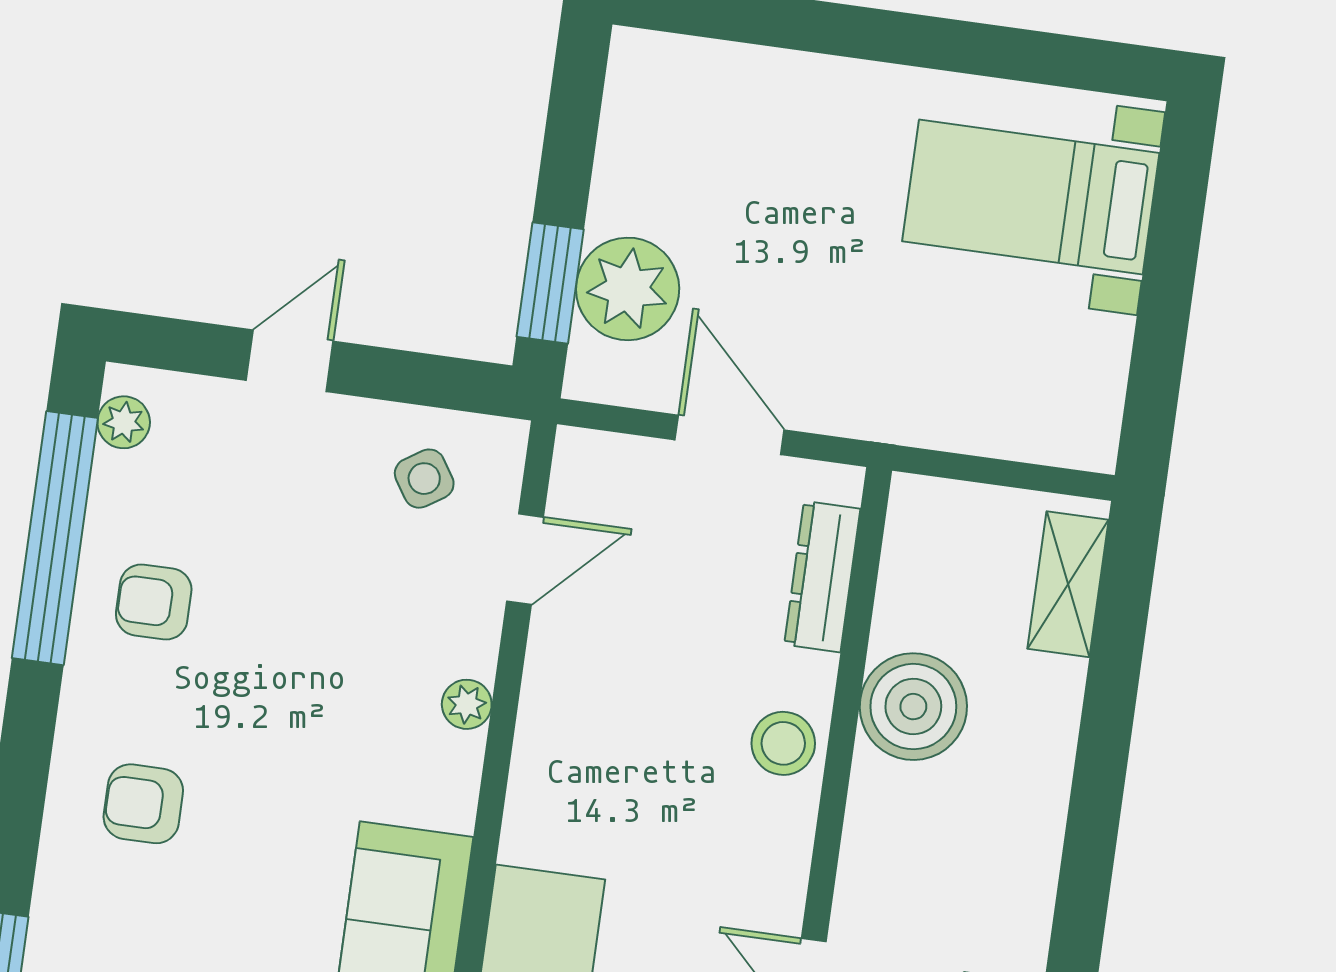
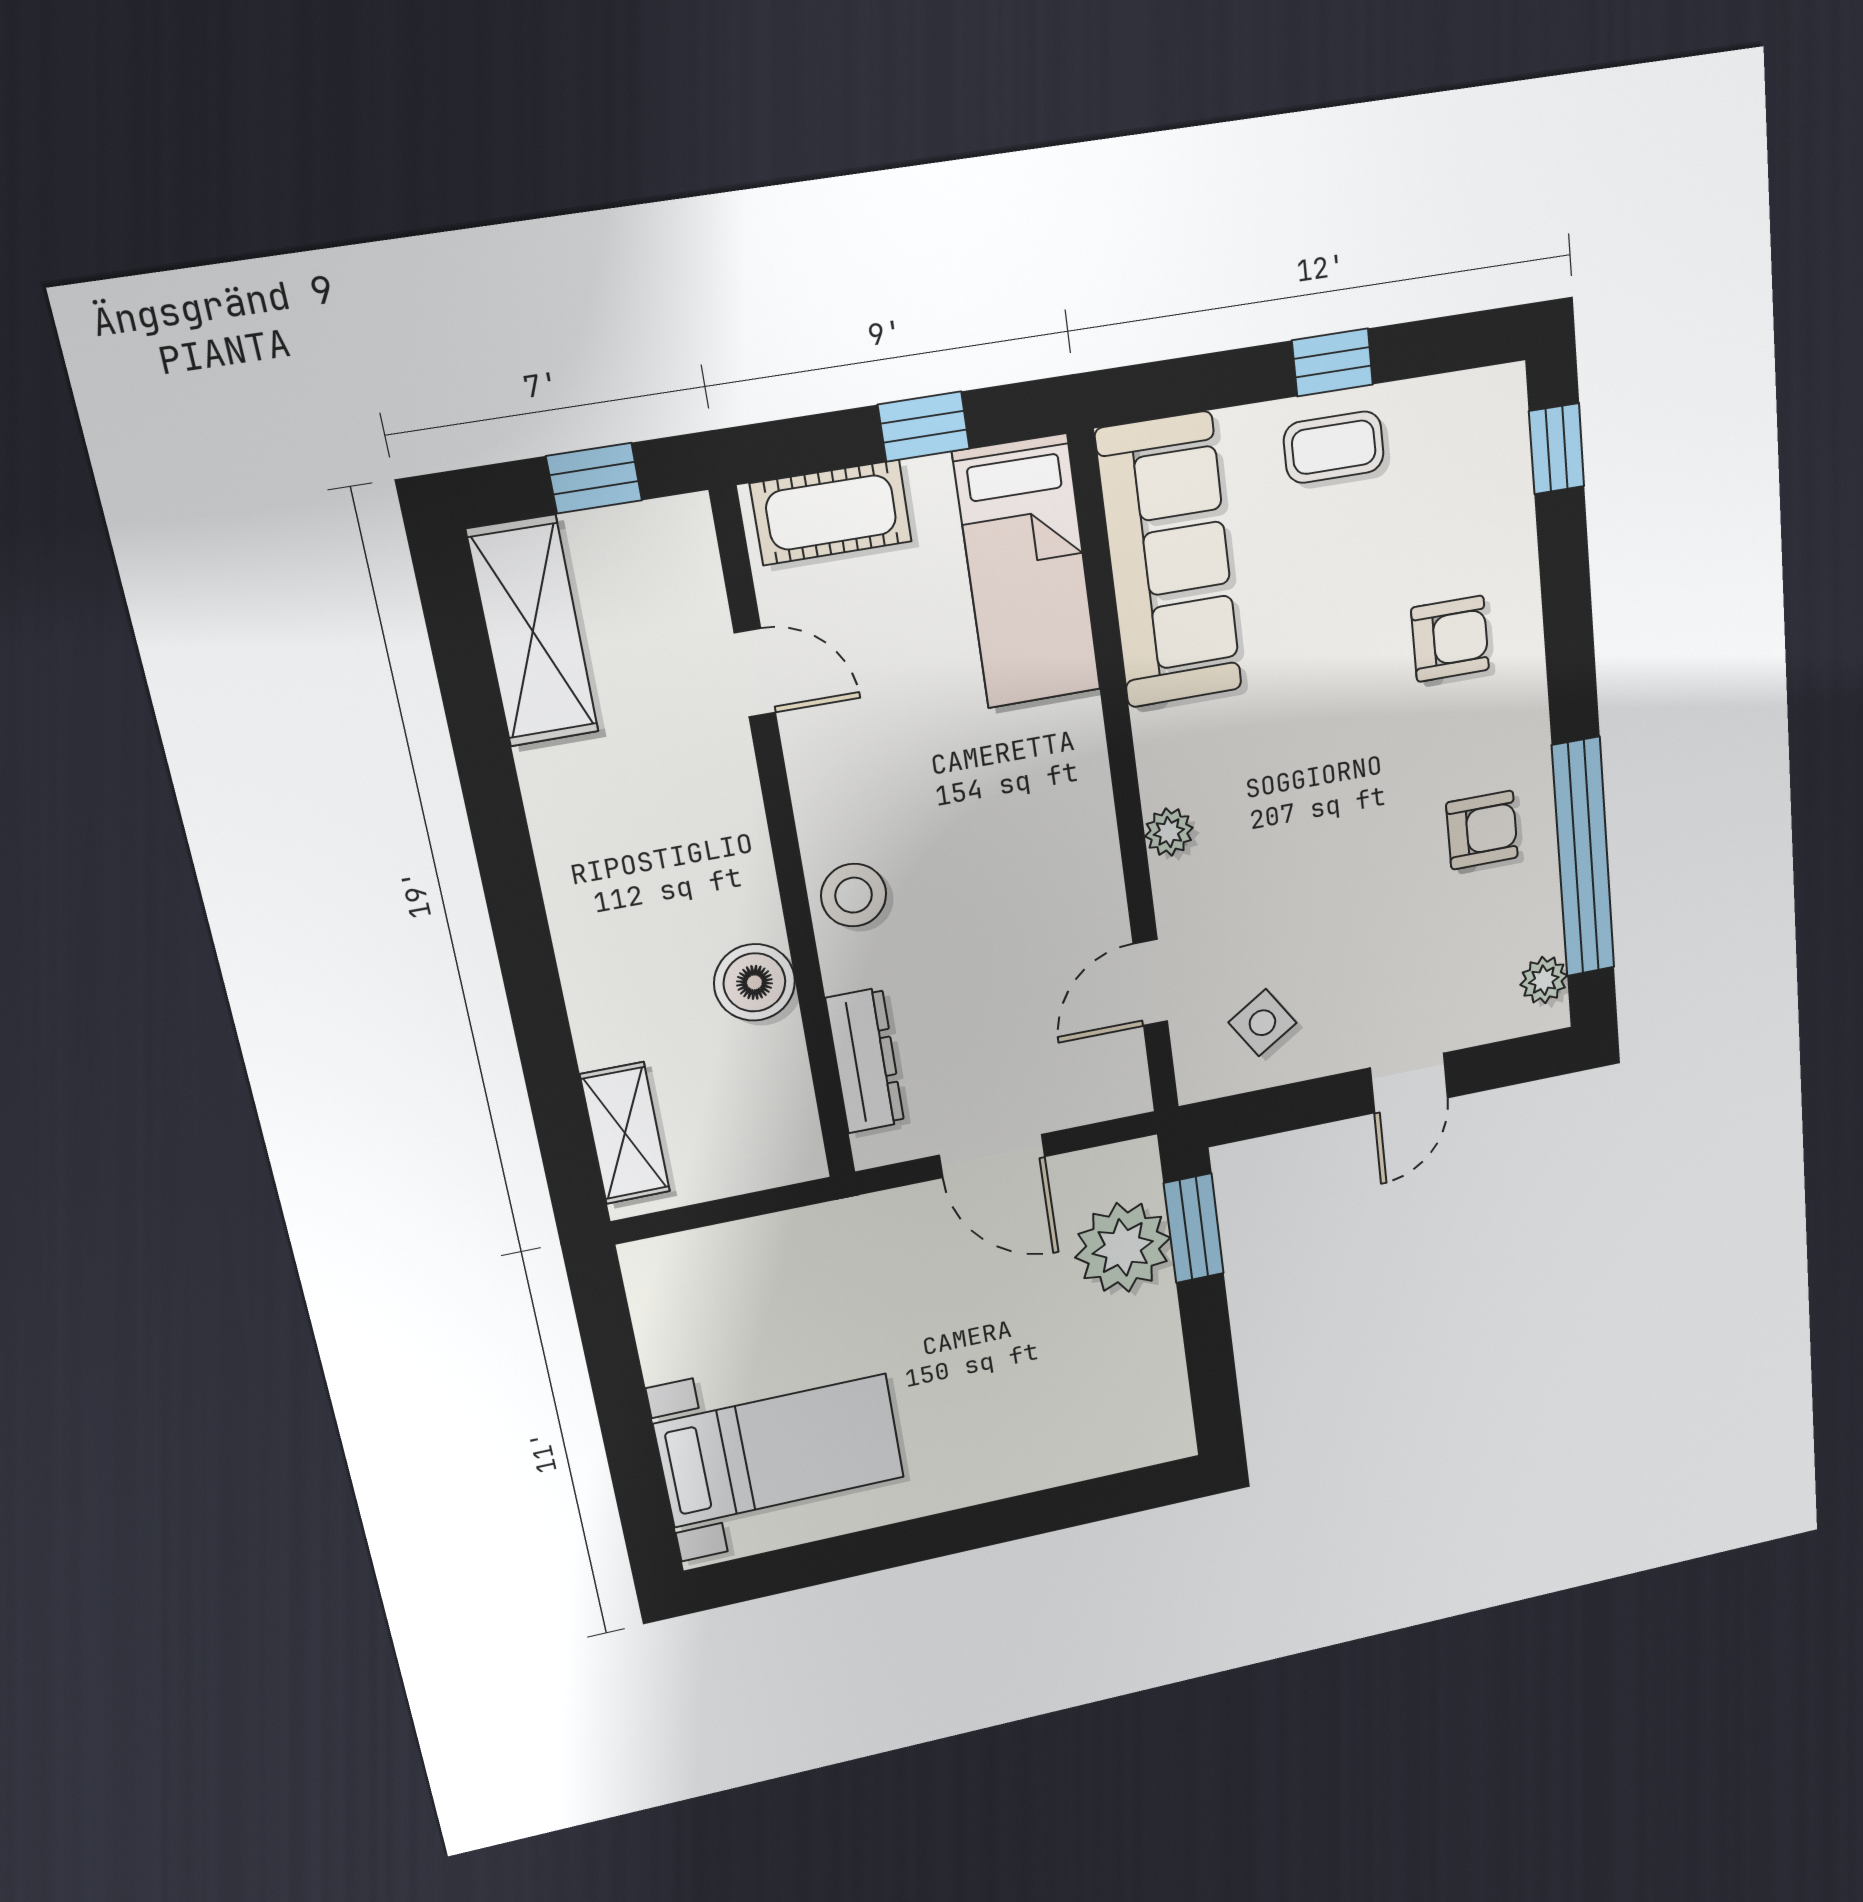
boiler: (913, 707) -> (754, 982), width x0.73, depth x0.73

